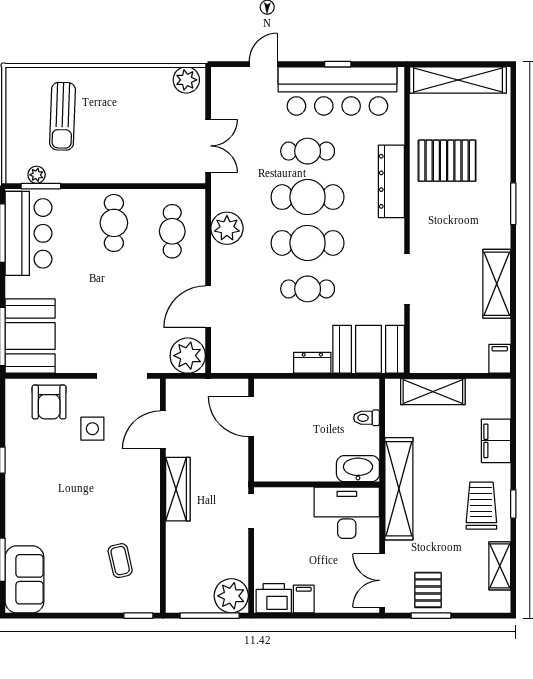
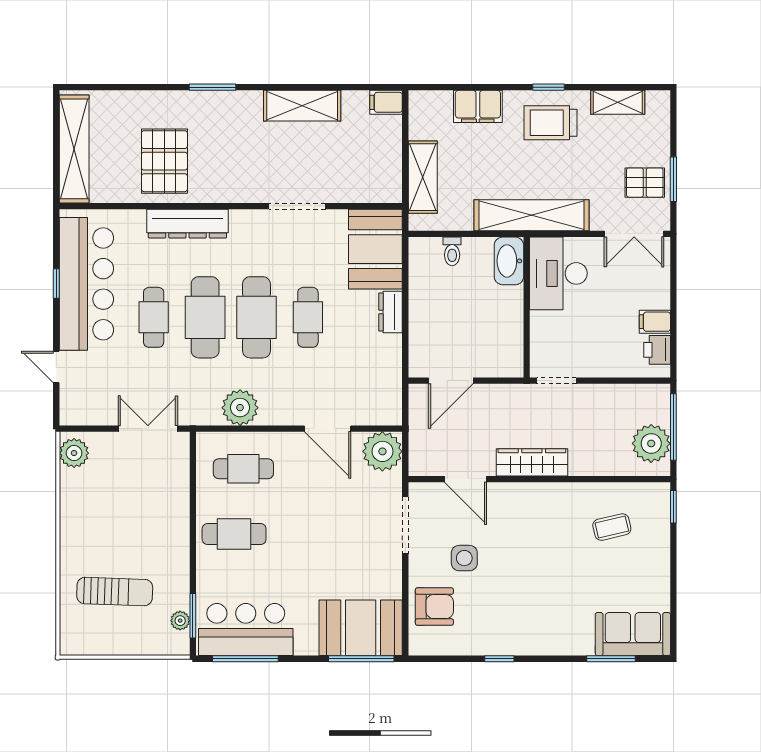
plant: (231, 596) -> (651, 443), moved
printer: (274, 598) -> (657, 350), width x0.73, depth x0.81

